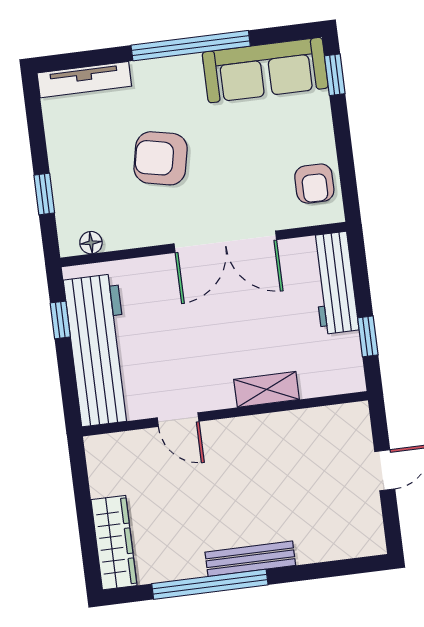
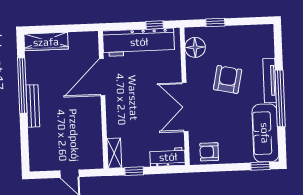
tv unit: (84, 80) -> (270, 80), moved
floor lamp: (91, 243) -> (195, 47), width x1.89, depth x1.89
workbench: (334, 283) -> (168, 157), width x0.73
shelving: (267, 389) -> (114, 153), moved
door: (178, 420) -> (102, 77), width x1.88

